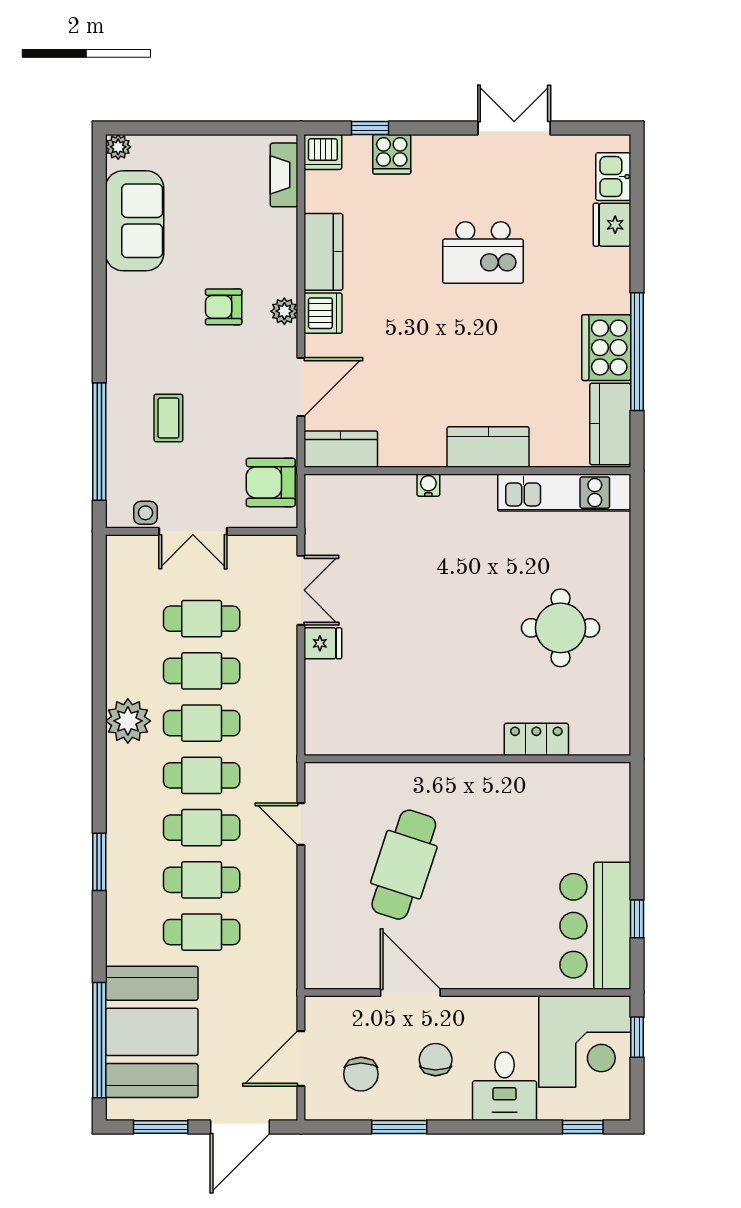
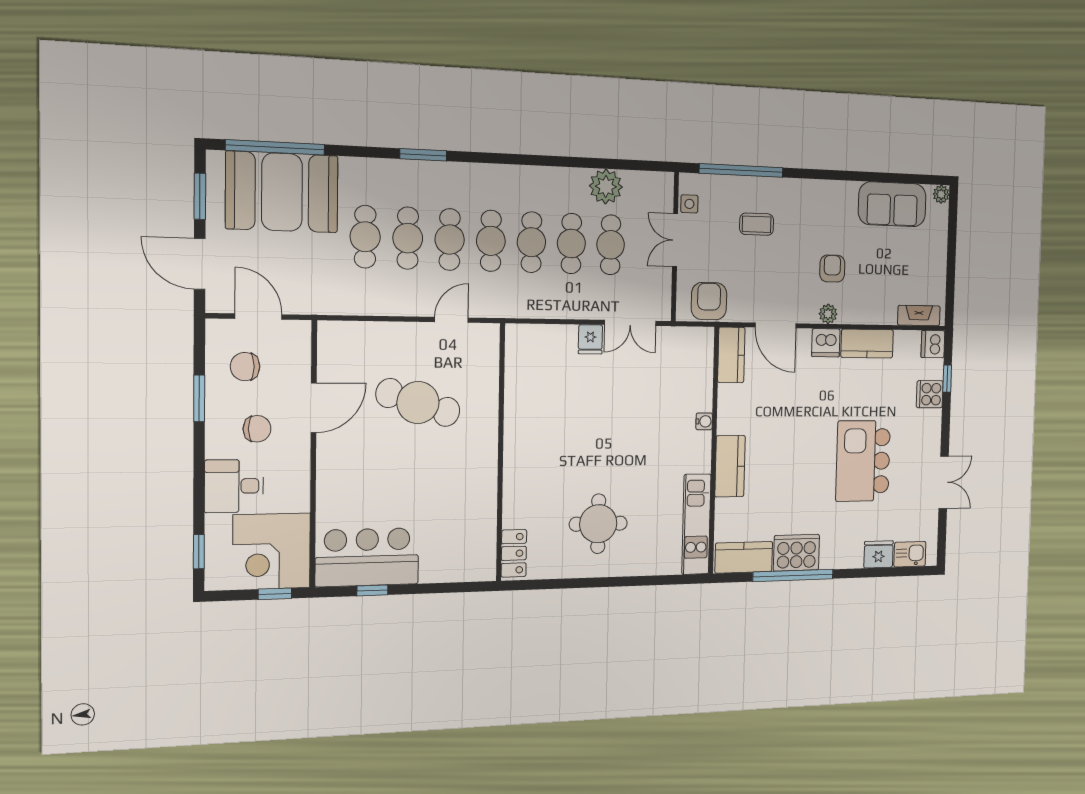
kitchen island: (483, 252) -> (863, 461), width x1.37, depth x1.28
plant: (128, 721) -> (606, 186), moved
locker: (536, 739) -> (514, 553), moved

